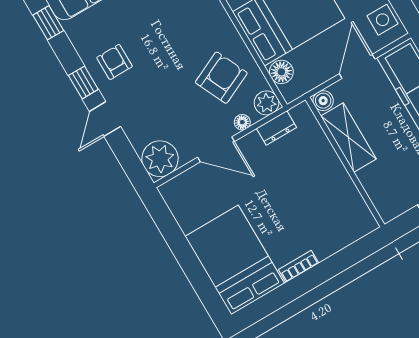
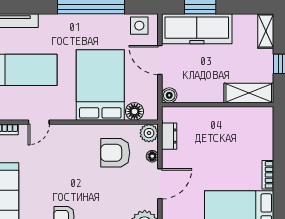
armchair: (221, 78) -> (115, 153), turned -65
shelving: (348, 138) -> (249, 93), moved

